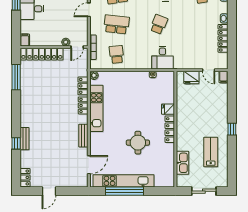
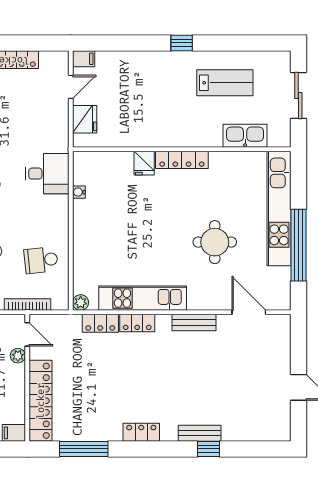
round table: (138, 143) -> (215, 242), moved
lab bench: (211, 152) -> (225, 83), turned 180
locker: (25, 177) -> (141, 432), moved
kitchen unit: (124, 181) -> (279, 208), moved

